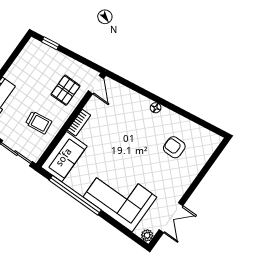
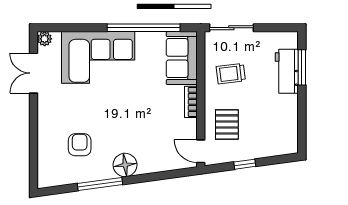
window: (50, 43) -> (245, 164), moved
floor lamp: (156, 108) -> (125, 165), width x1.89, depth x1.89
window: (180, 111) -> (100, 184), added
armchair: (174, 147) -> (80, 145), turned -90

